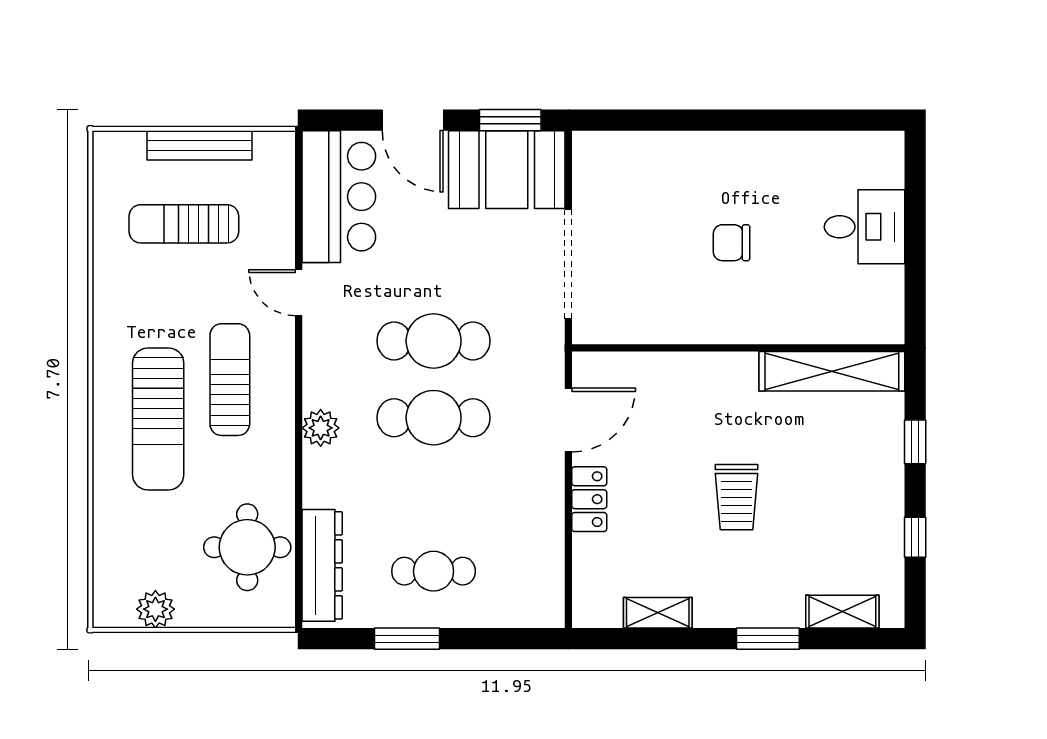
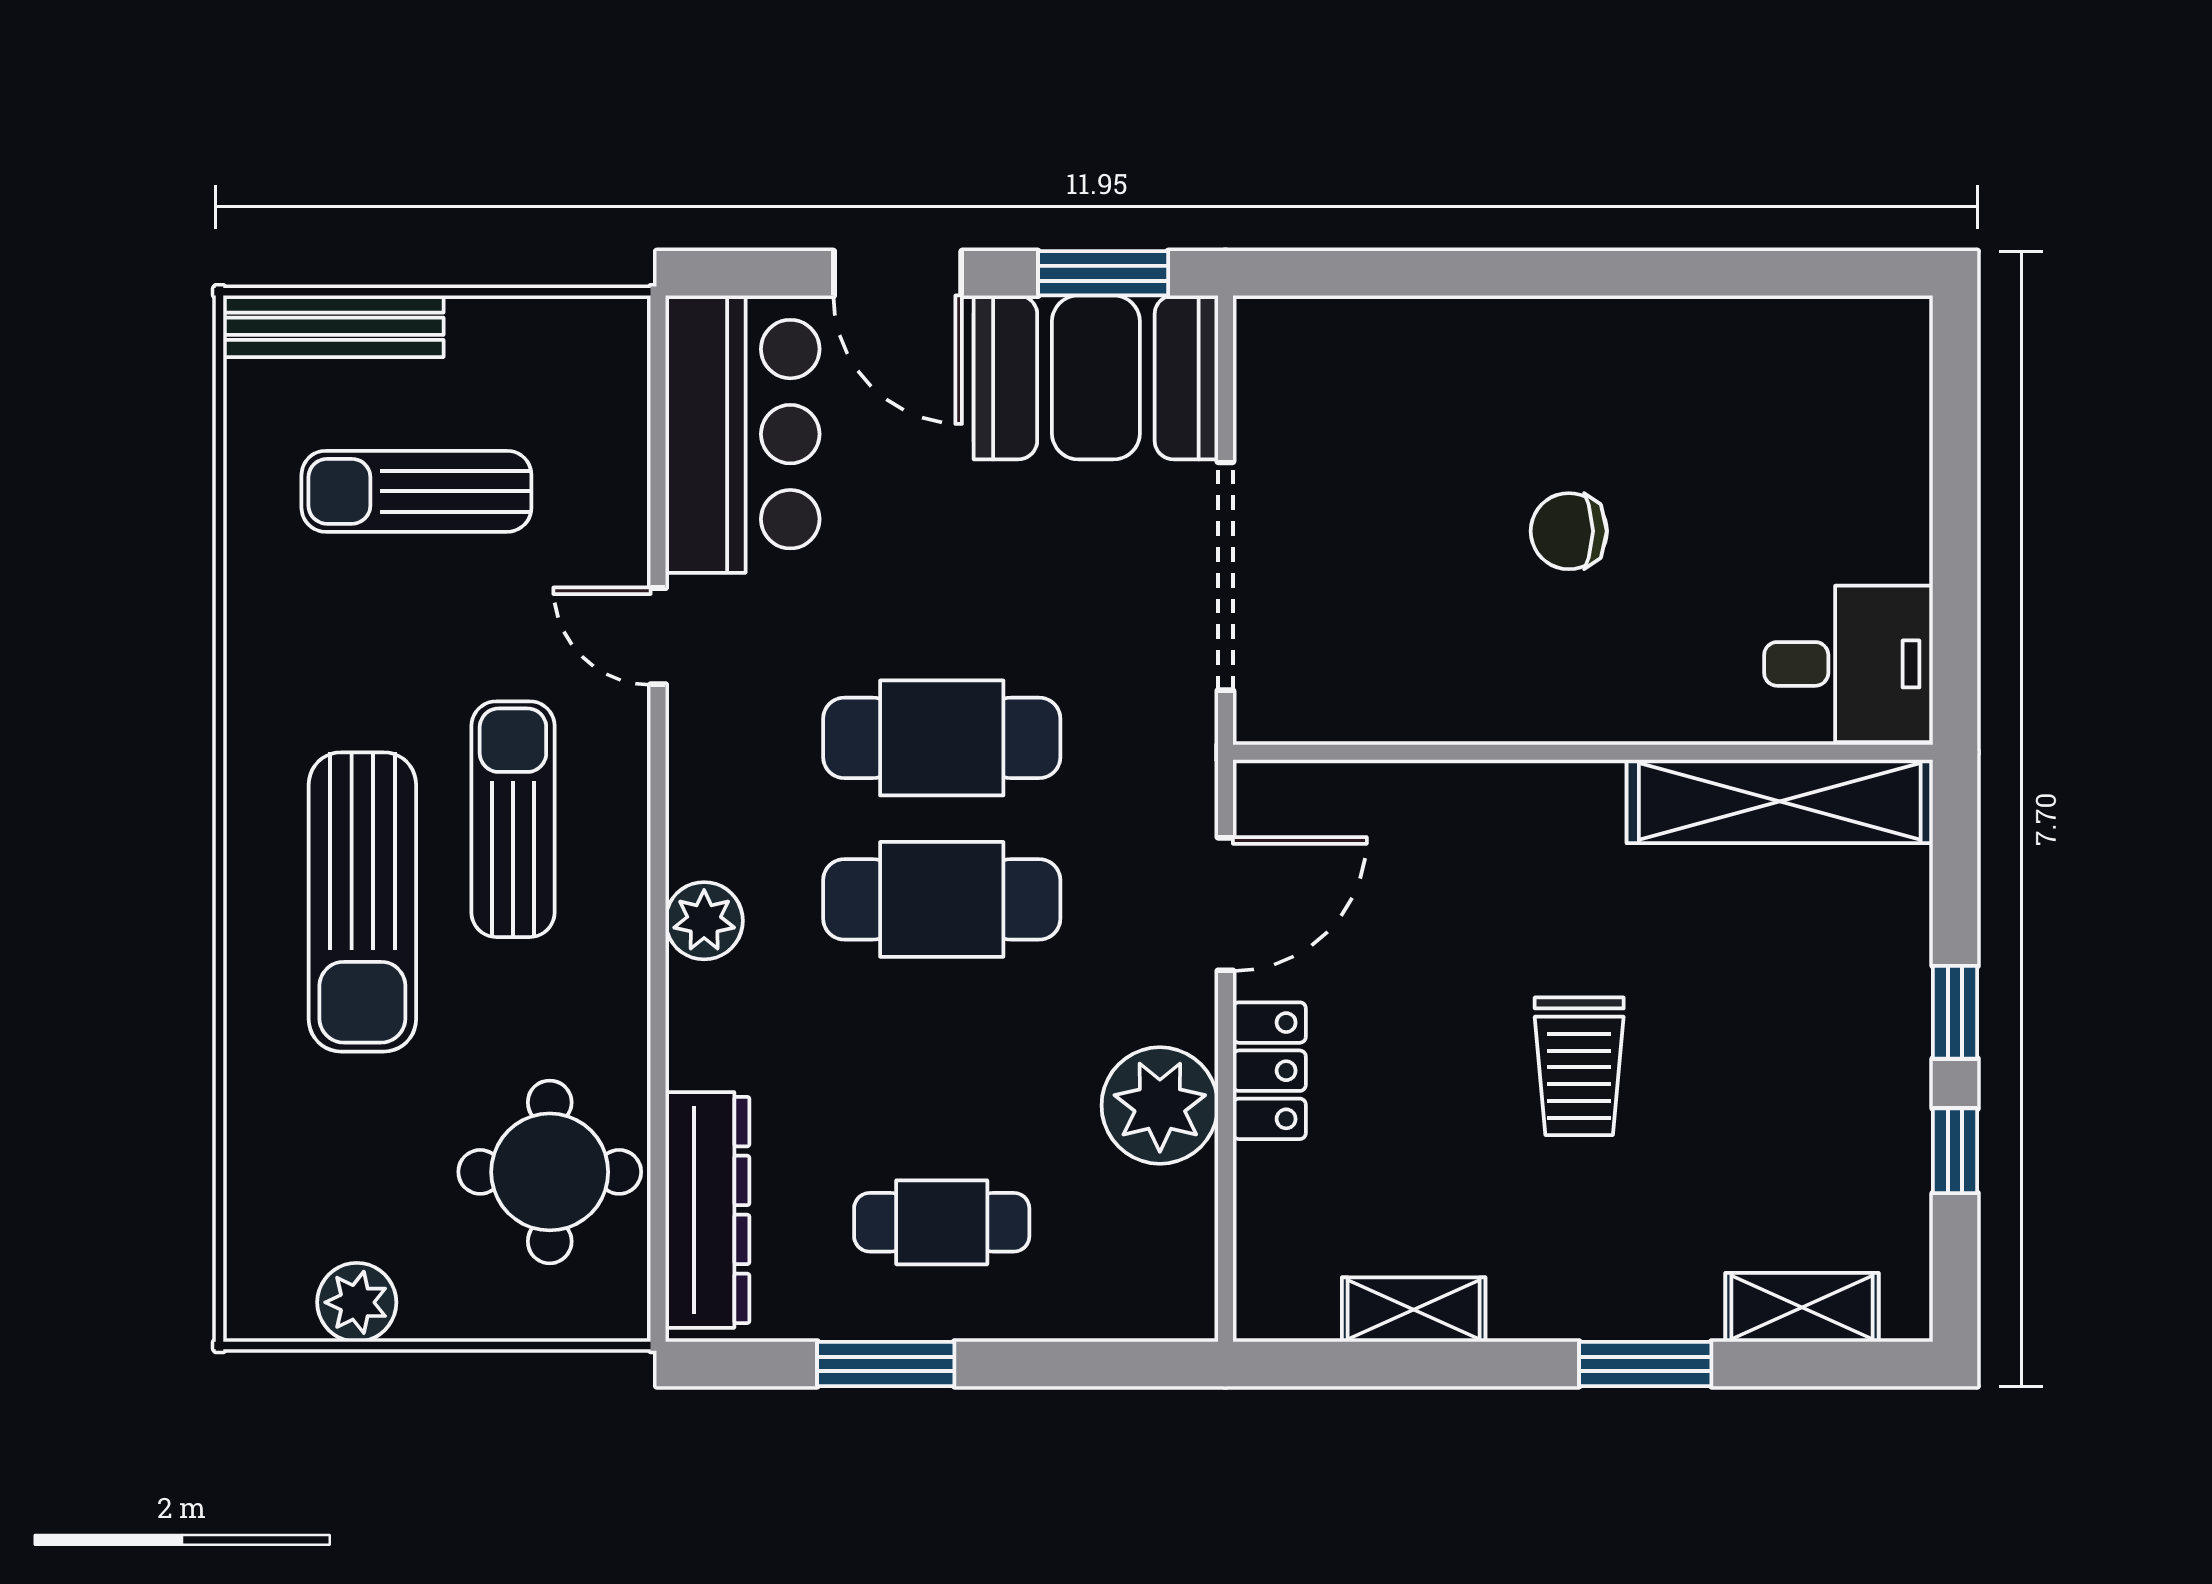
bench: (200, 145) -> (333, 326), moved
desk: (864, 227) -> (1849, 664), moved
window: (915, 442) -> (1955, 1012), moved
plant: (537, 516) -> (1160, 1105), added

